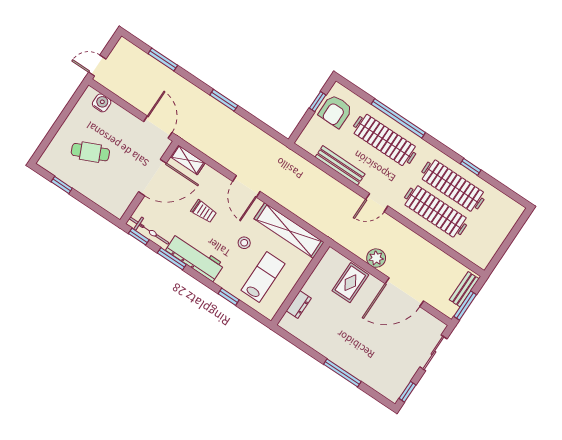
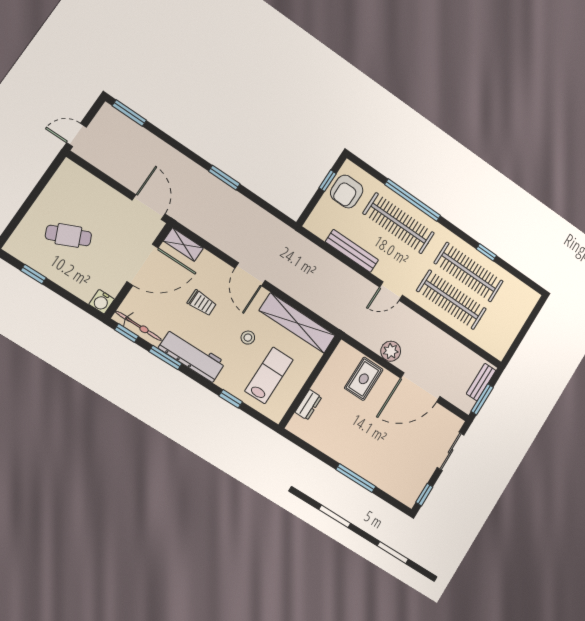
window: (163, 59) -> (129, 113), moved
water cooler: (102, 103) -> (102, 302), moved, turned 180

